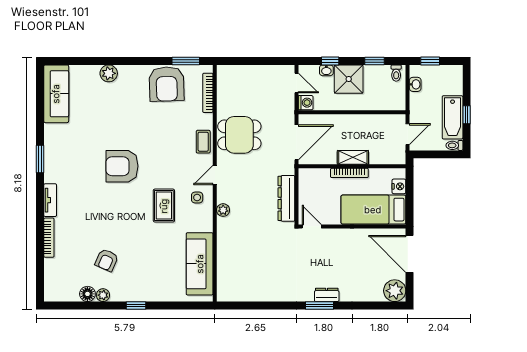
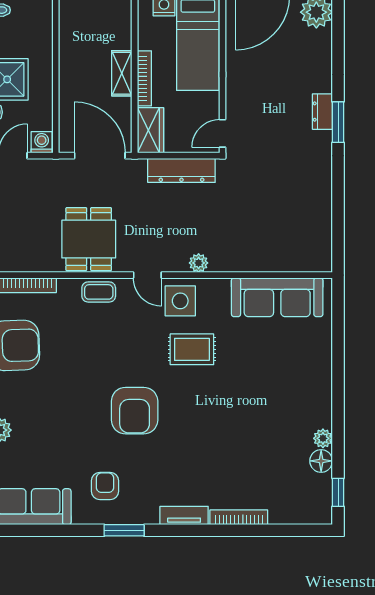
wardrobe: (314, 177) -> (150, 130), added
side table: (197, 198) -> (180, 301), width x1.87, depth x1.87
armchair: (107, 260) -> (105, 486), moved, turned -114
window: (136, 306) -> (338, 492), moved

